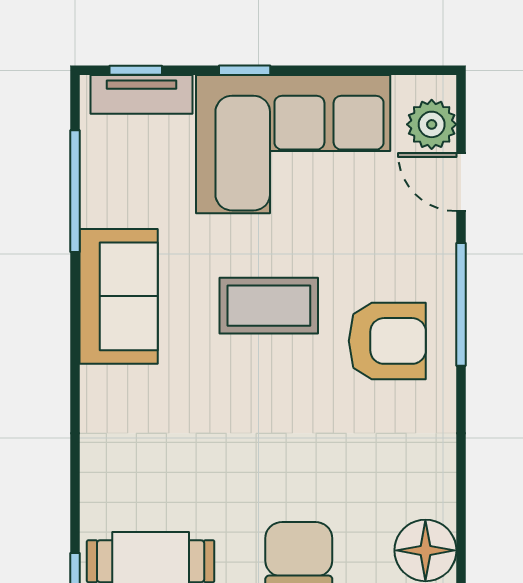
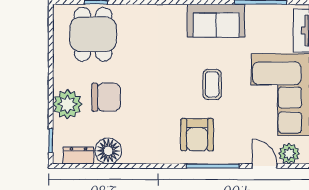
door: (461, 182) -> (265, 166), hinge flipped
coffee table: (269, 306) -> (212, 84), width x0.73, depth x0.77

